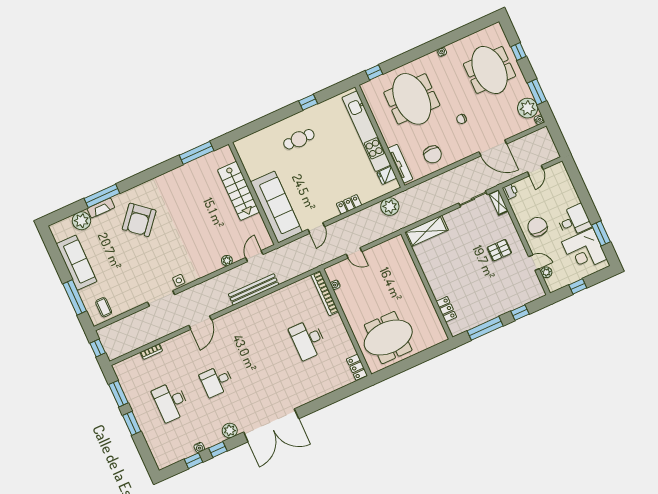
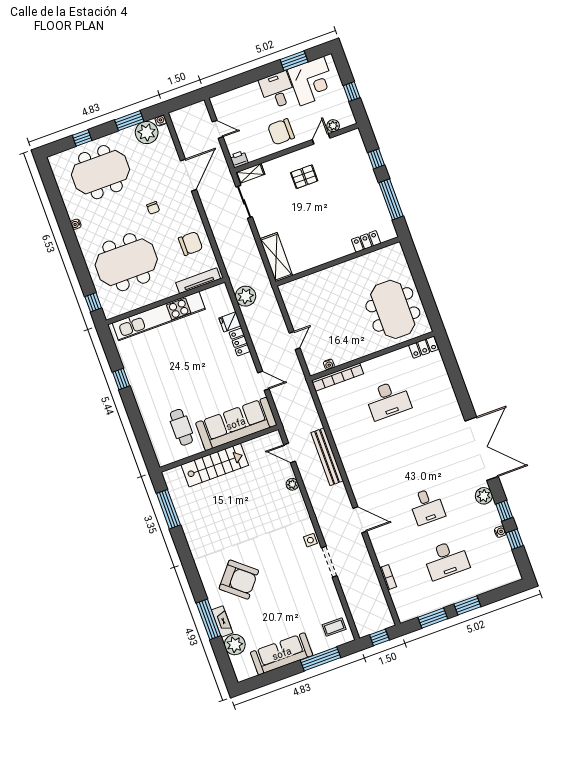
cafe table: (299, 139) -> (181, 427), moved
fridge: (387, 175) -> (230, 322), moved, turned 90
pallet: (499, 250) -> (304, 177), turned 90

